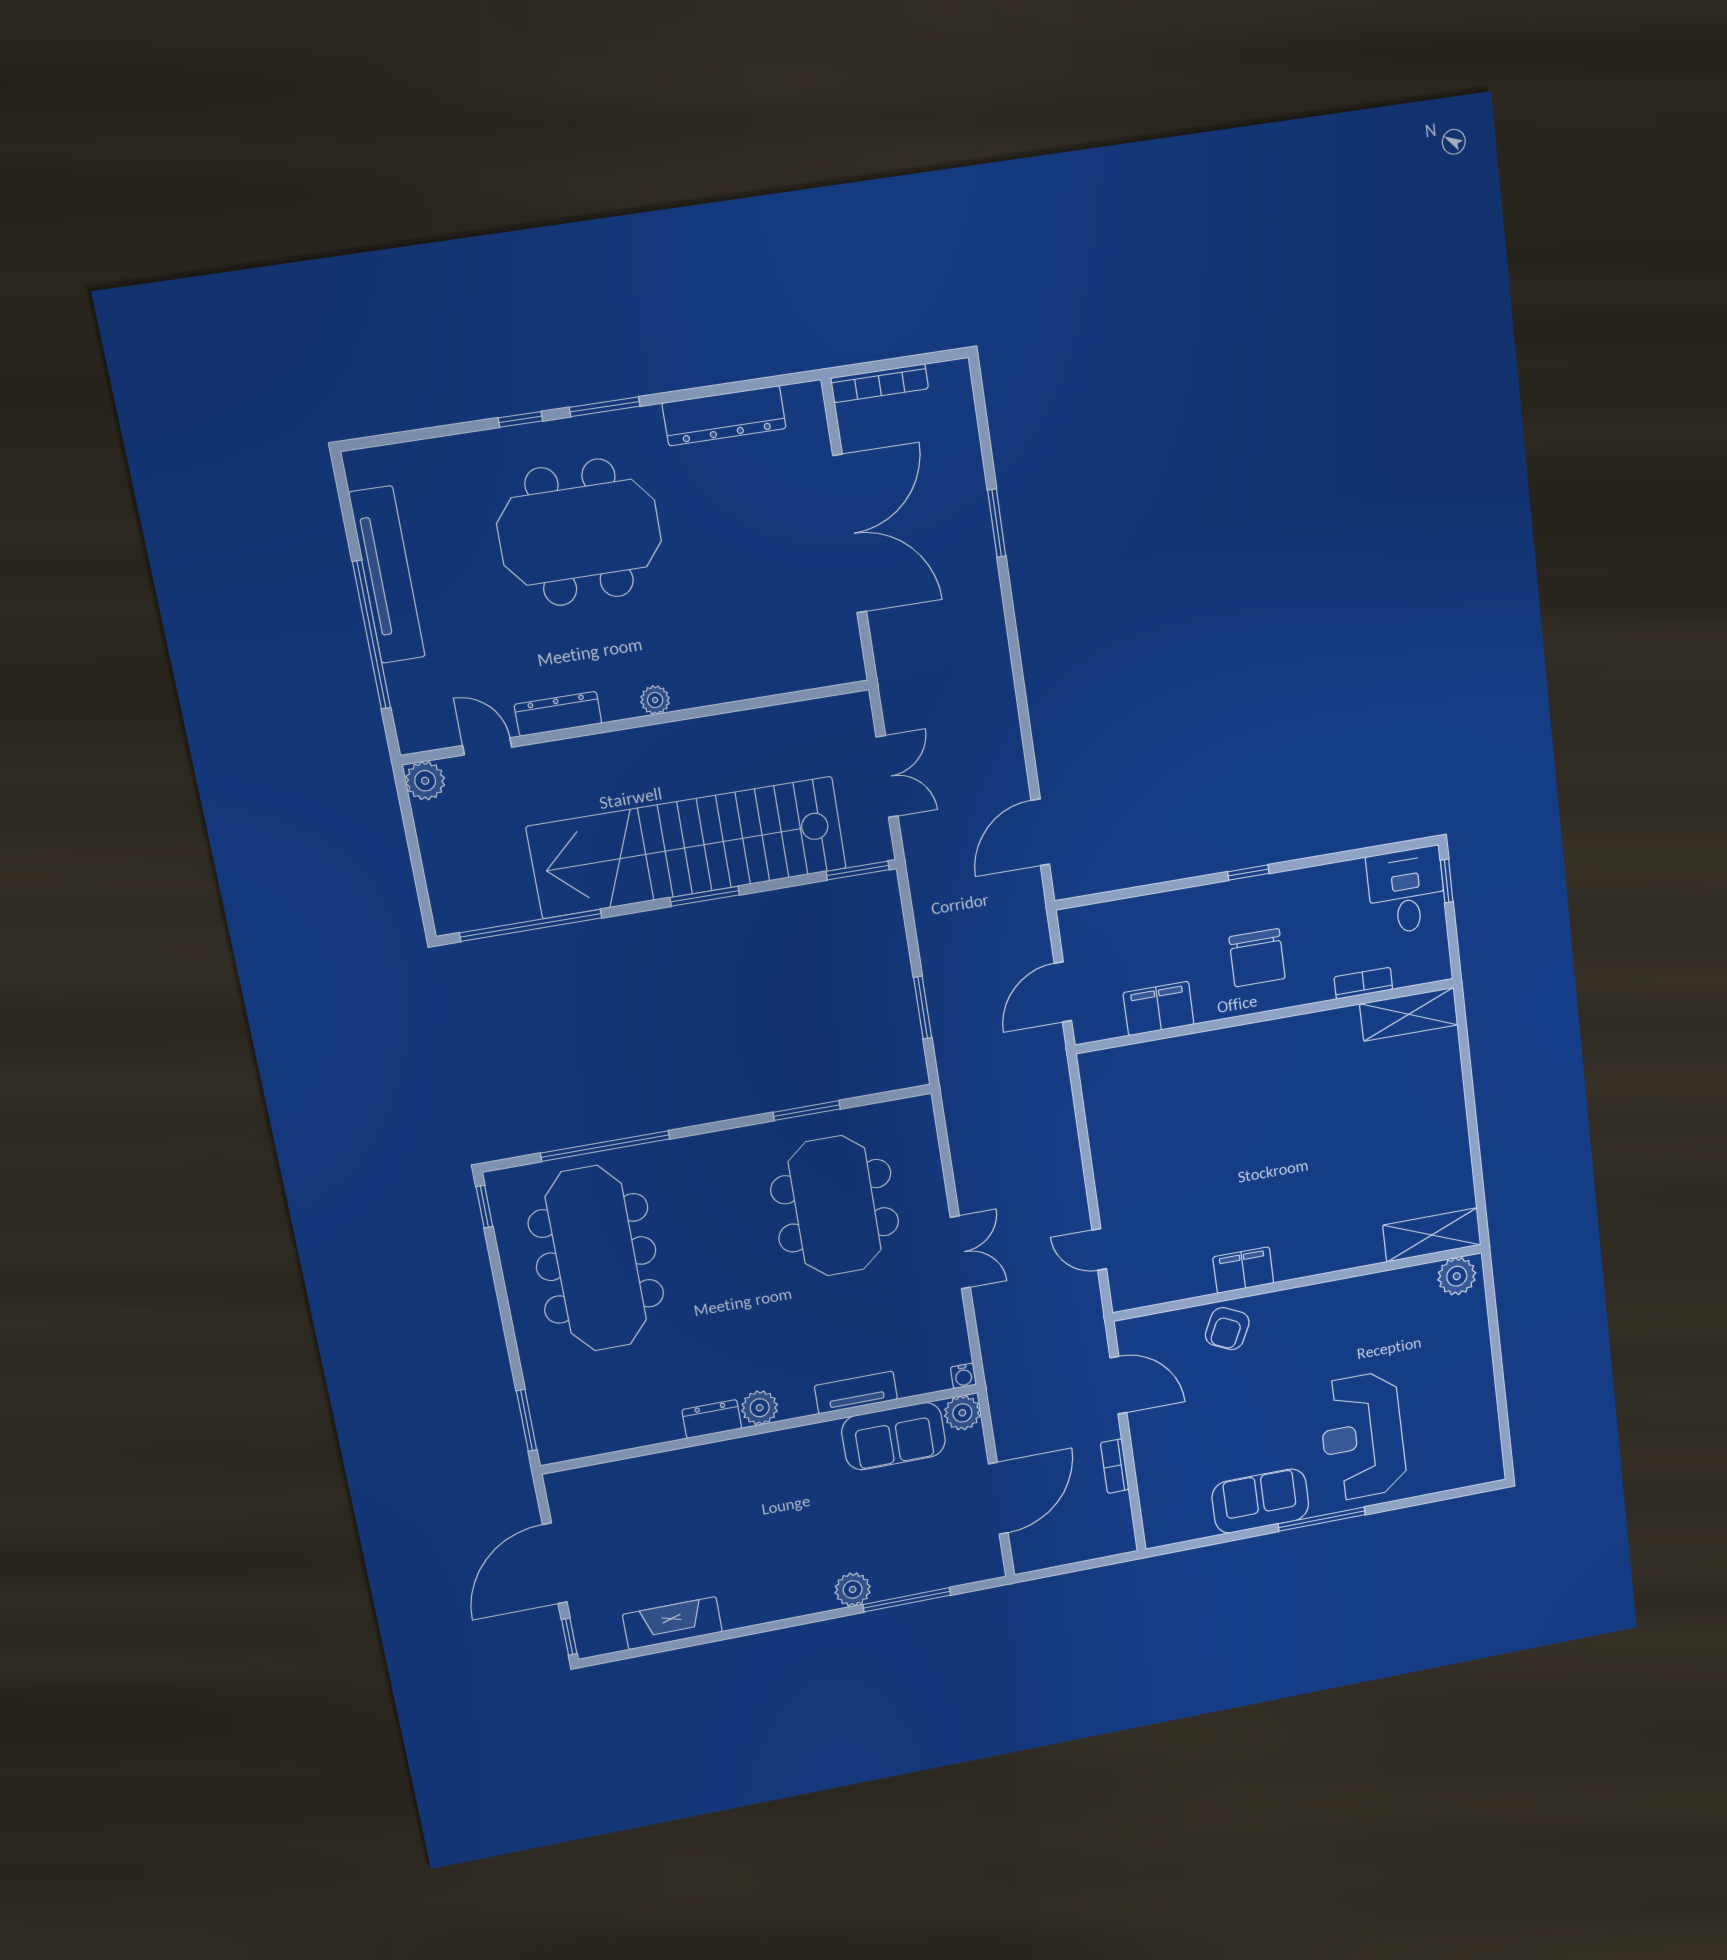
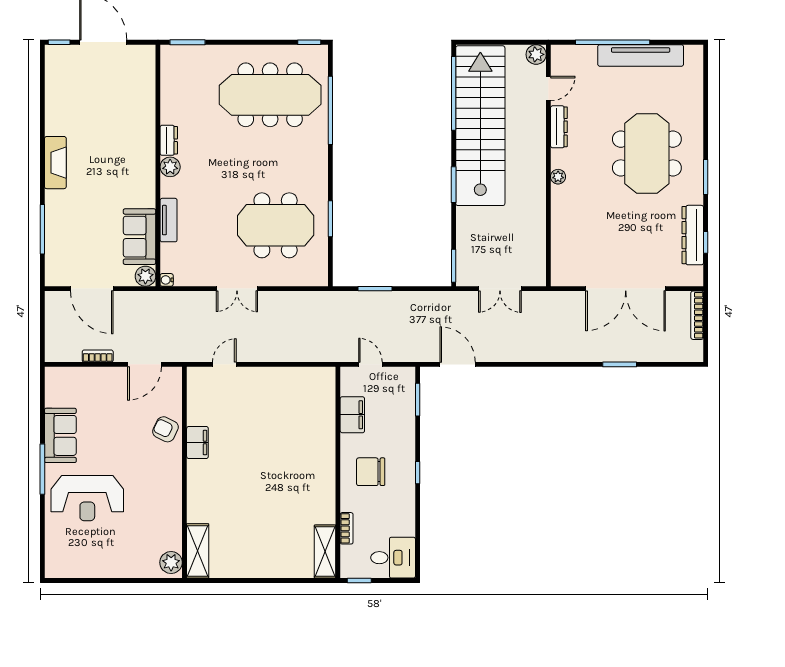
window: (520, 419) -> (706, 242), moved
stairs: (687, 847) -> (480, 126), moved
window: (1447, 881) -> (359, 581), moved
window: (1115, 895) -> (418, 400), added
door: (1063, 992) -> (370, 364), width x0.73
reception desk: (1362, 1436) -> (87, 498), turned 180
plant: (853, 1589) -> (55, 200), removed
fireplace: (672, 1623) -> (55, 163), moved

